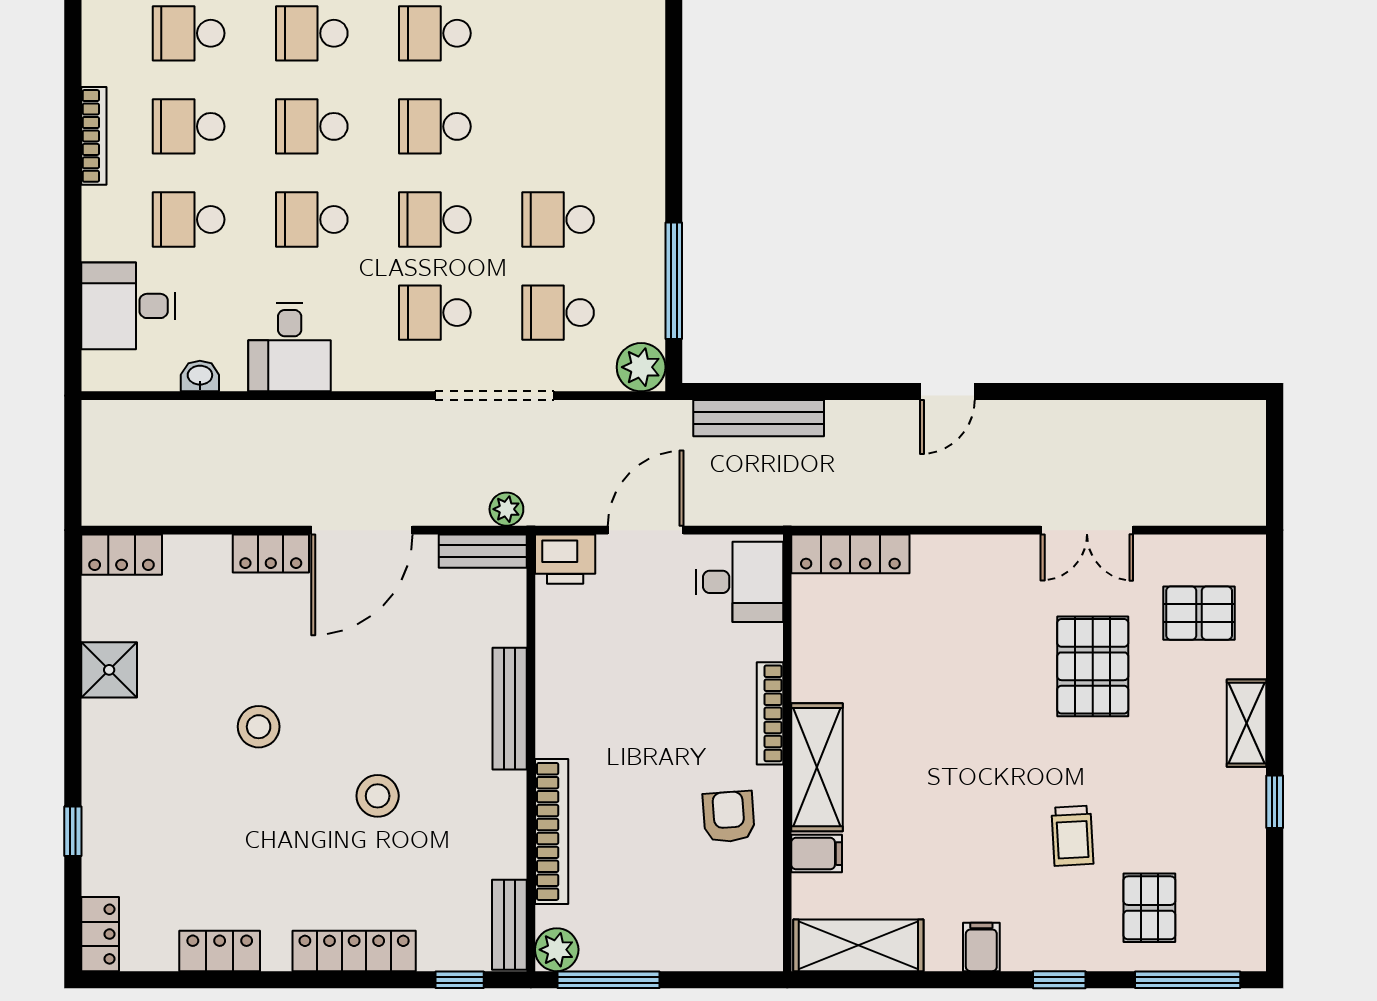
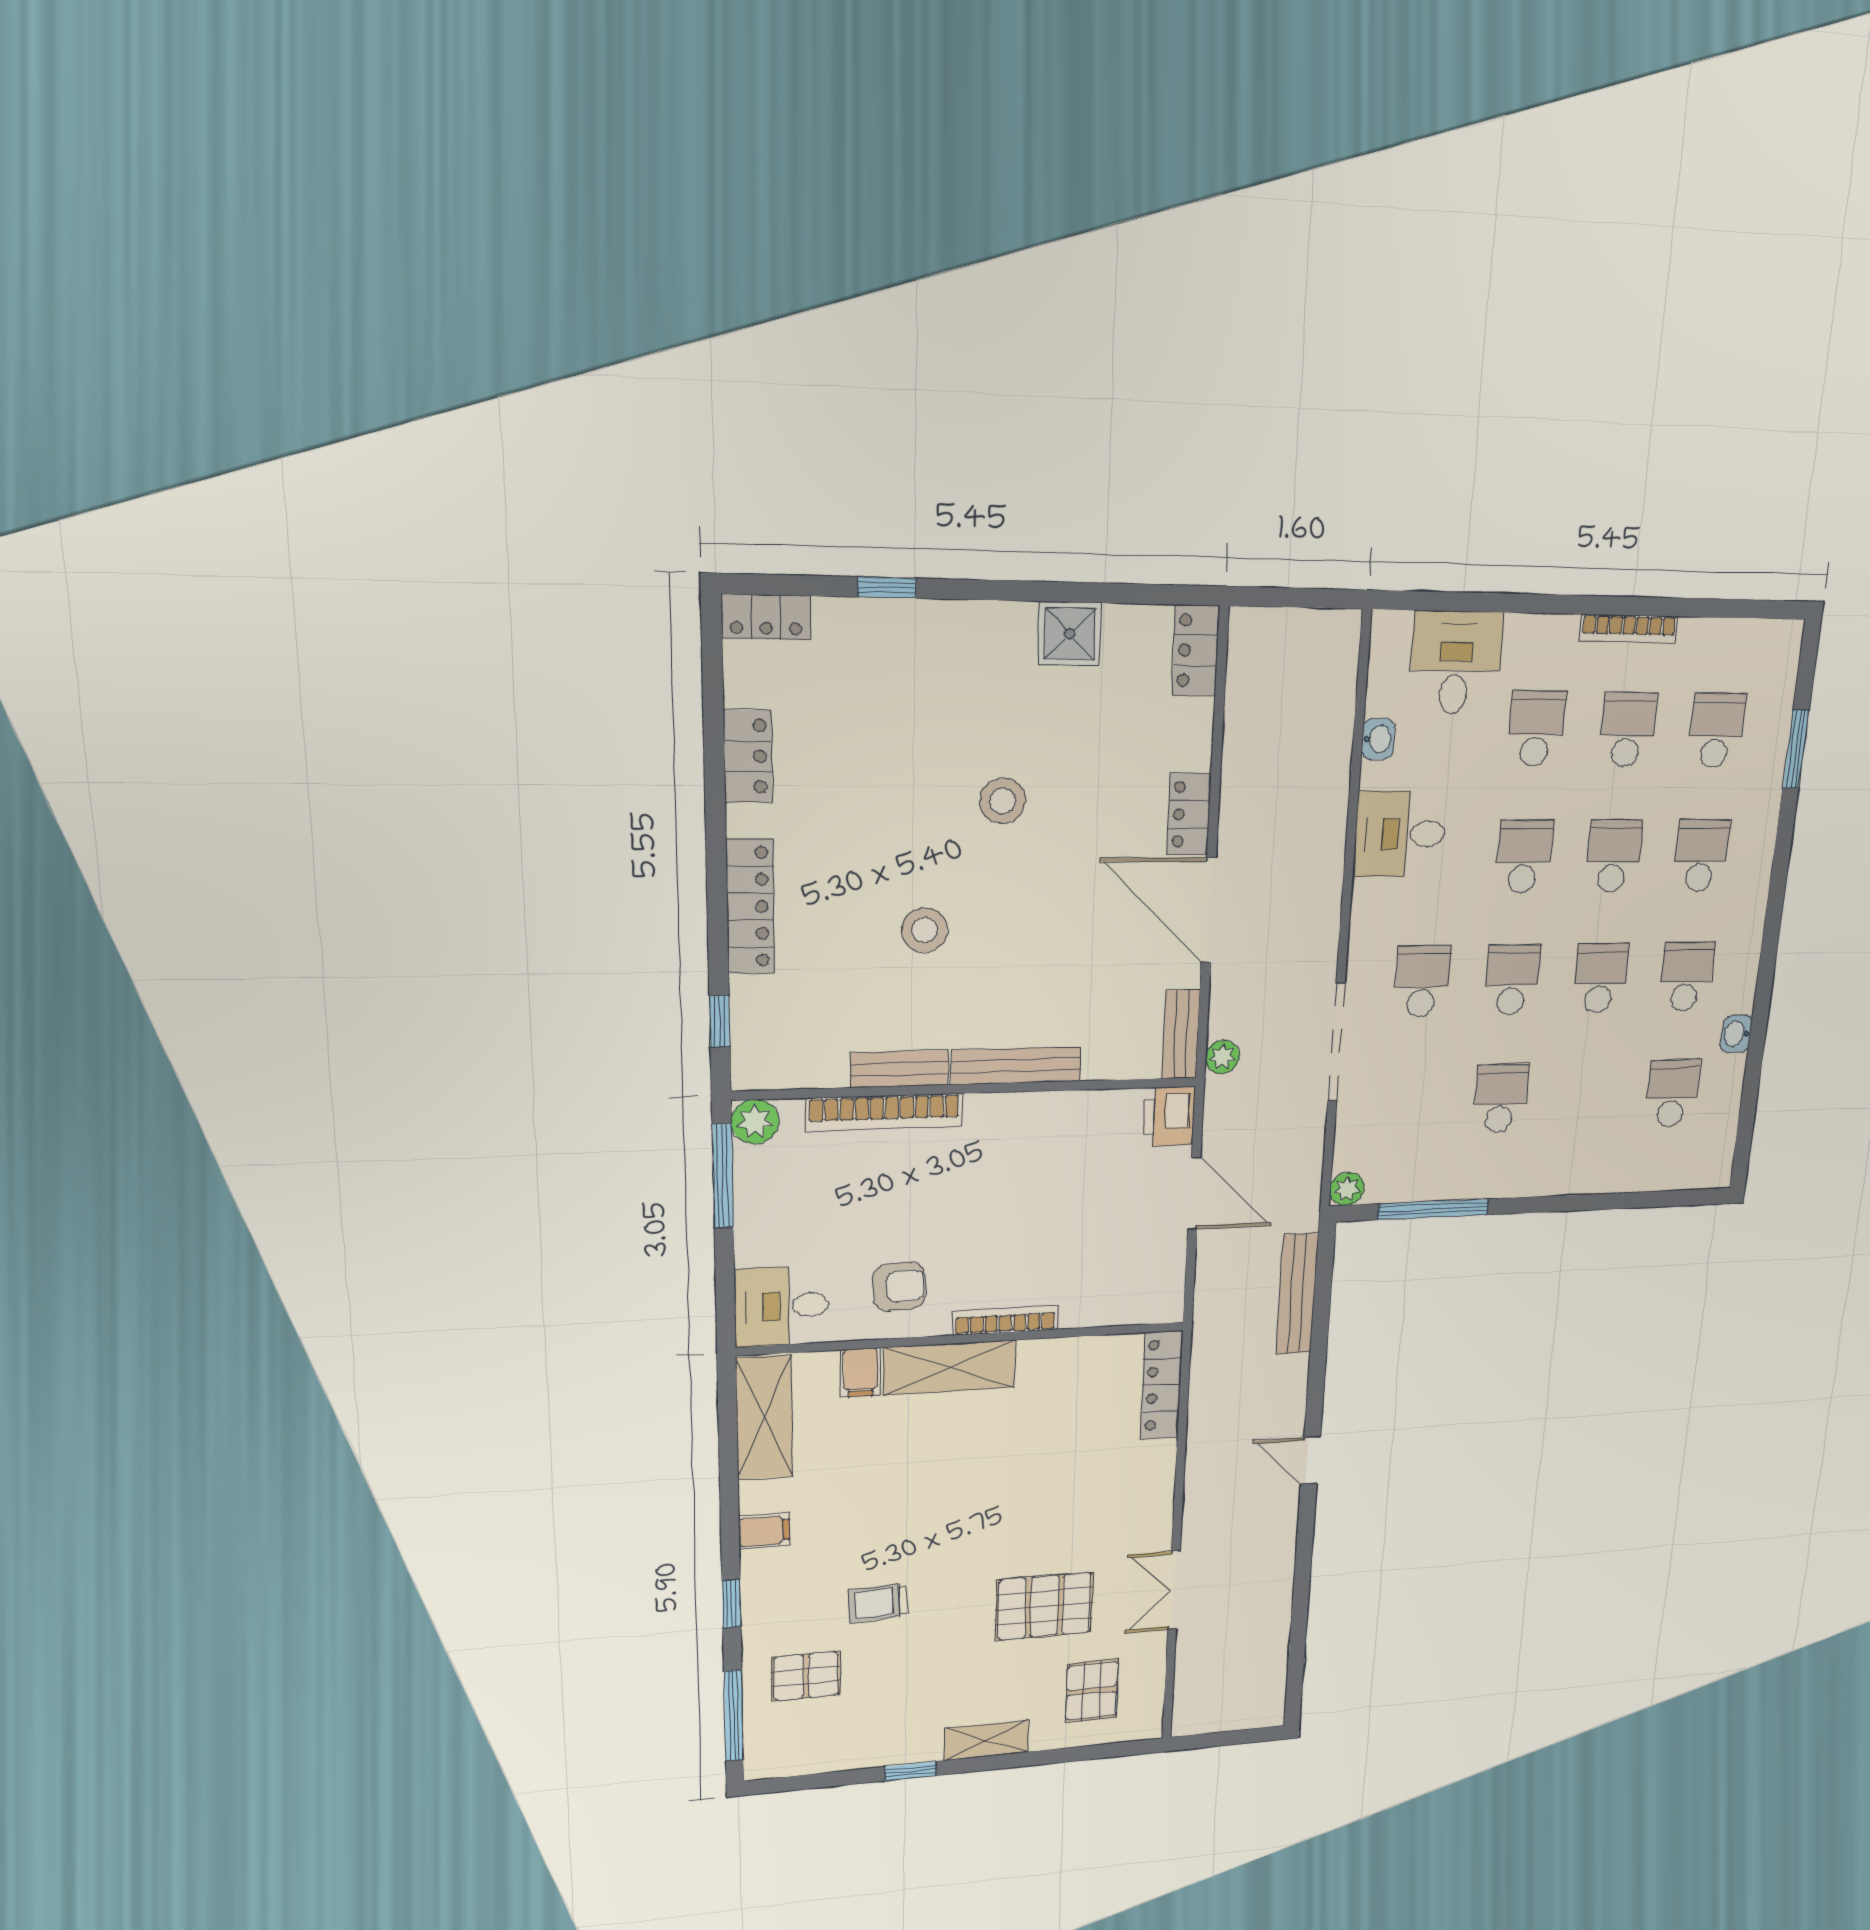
school desk: (558, 313) -> (1672, 1093), moved
plant: (641, 367) -> (1347, 1189), width x0.73, depth x0.73
desk: (740, 582) -> (781, 1306), moved, turned 90
bench: (509, 925) -> (899, 1069), moved

